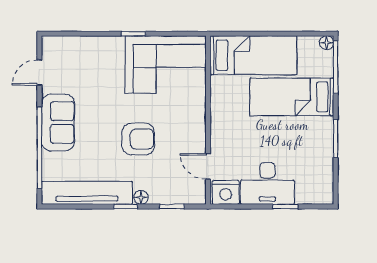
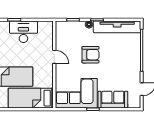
sofa: (58, 123) -> (113, 100), moved, turned 90
armchair: (138, 139) -> (90, 55), turned 180
door: (208, 166) -> (54, 57), moved
nightstand: (226, 192) -> (45, 27), removed

